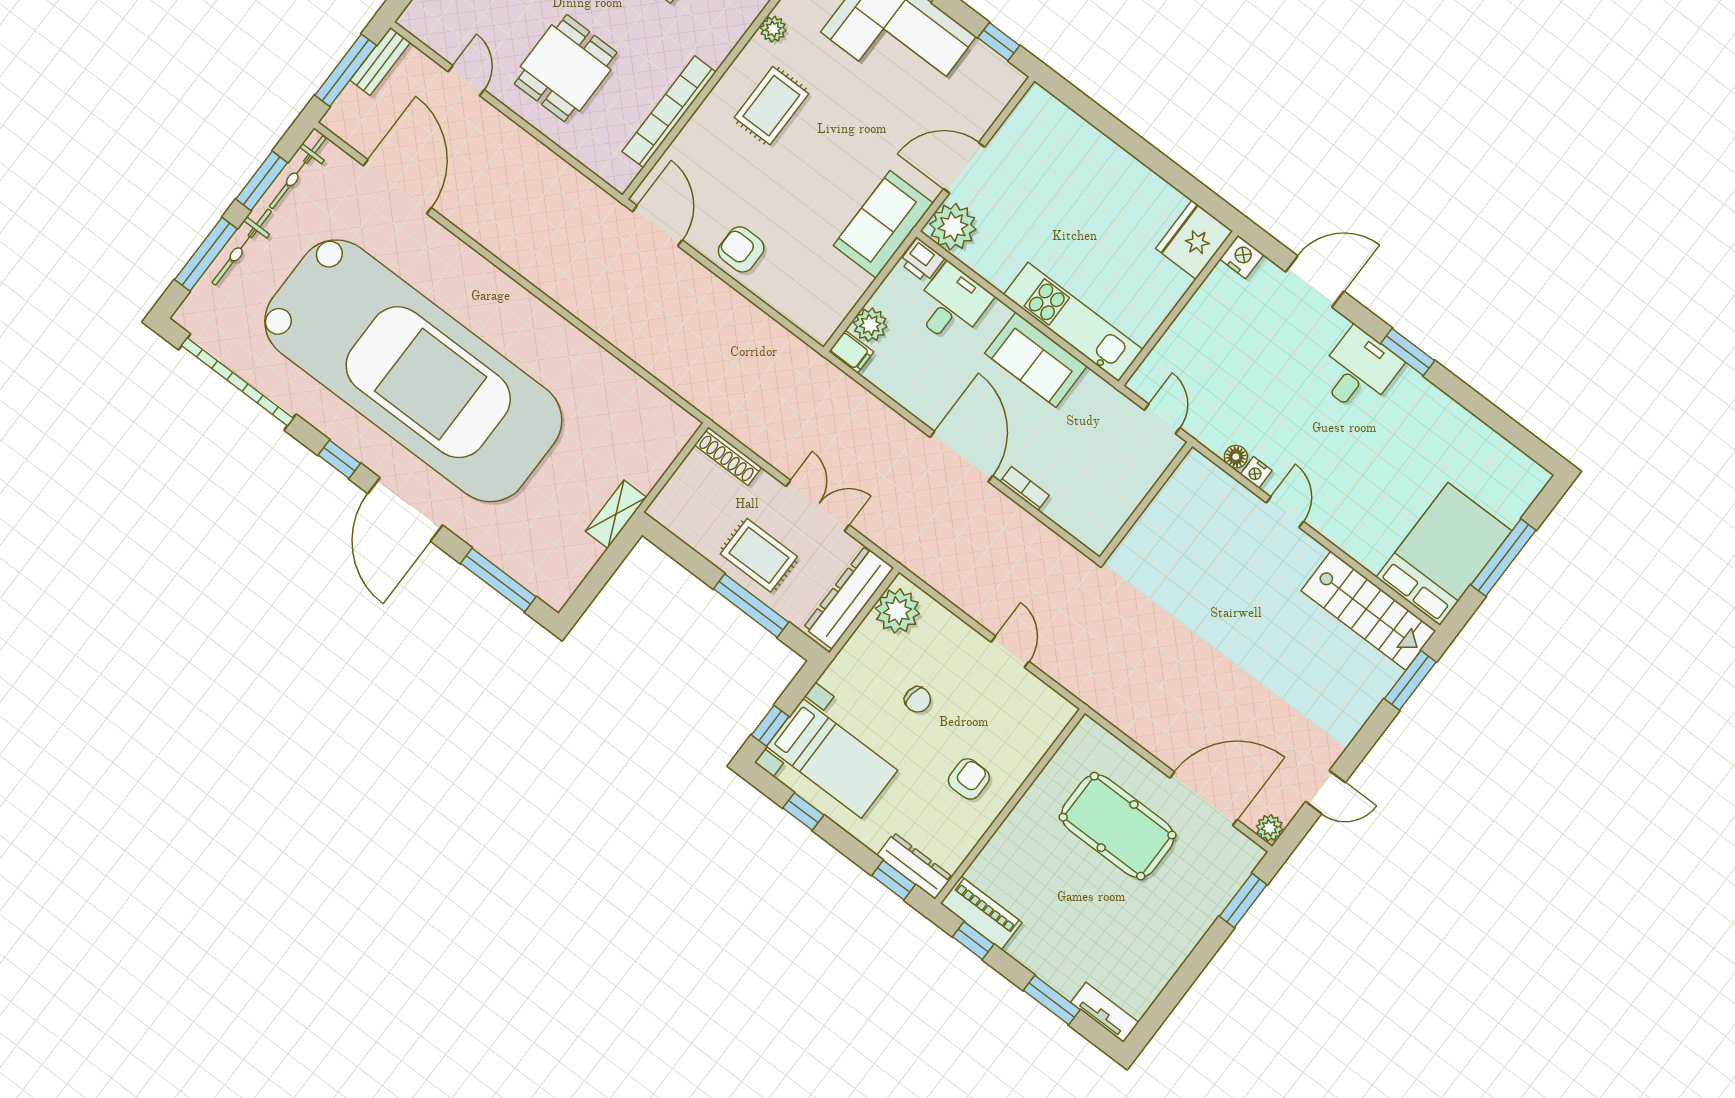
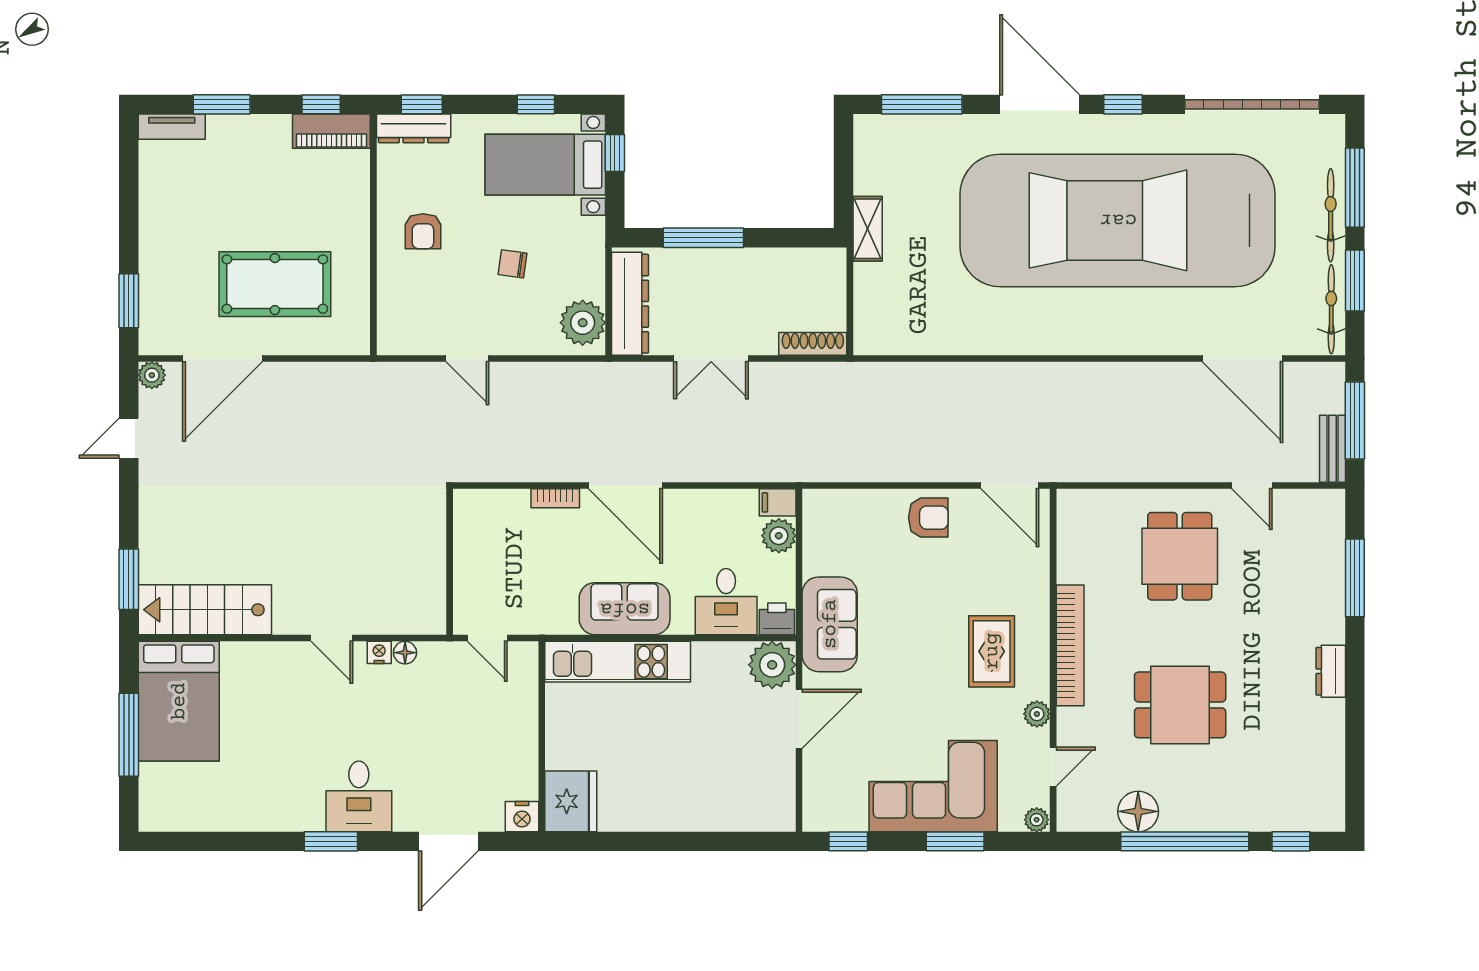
bookcase: (669, 112) -> (1070, 645), moved
rug: (759, 555) -> (728, 283), removed

